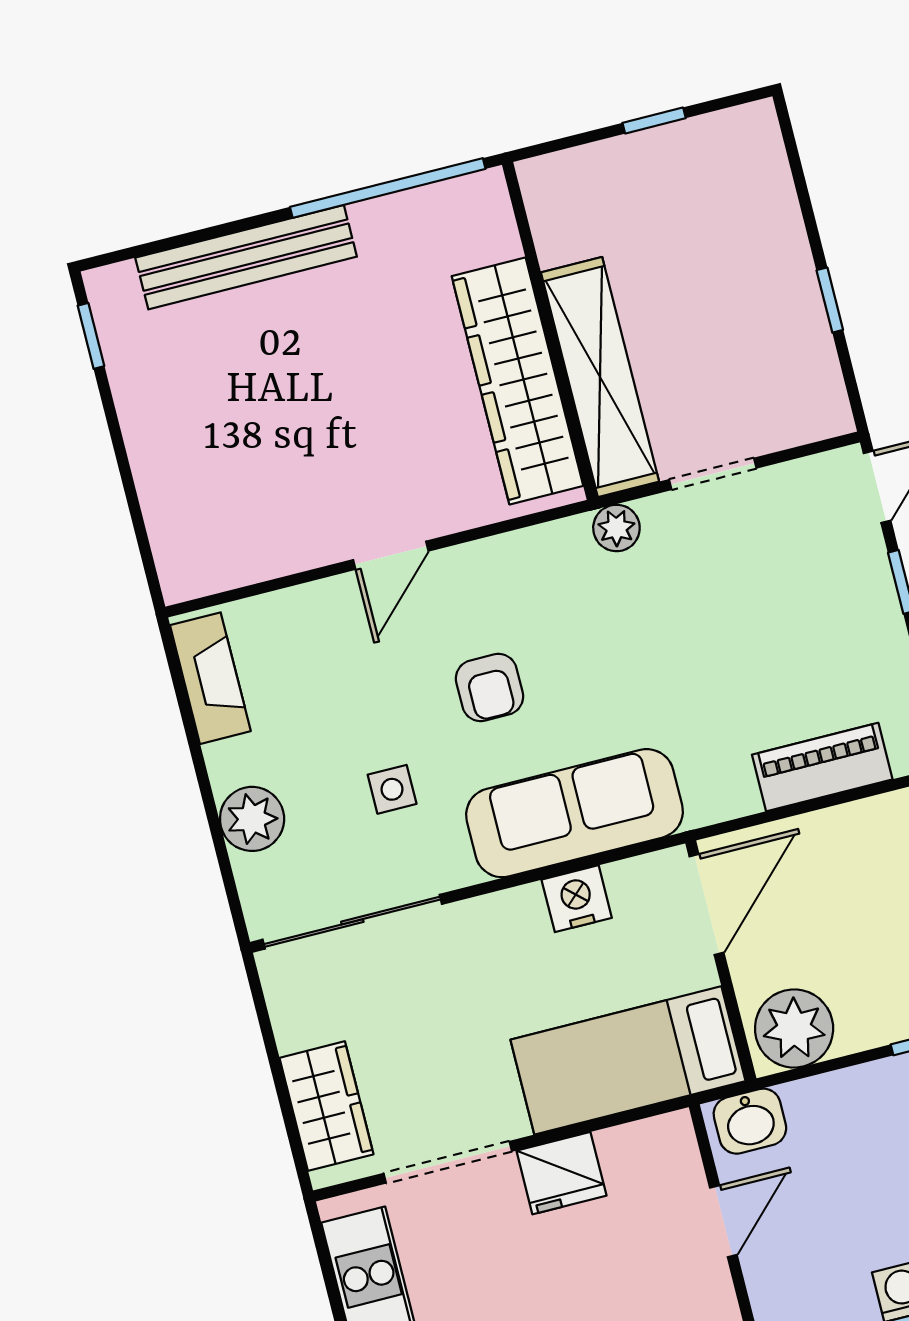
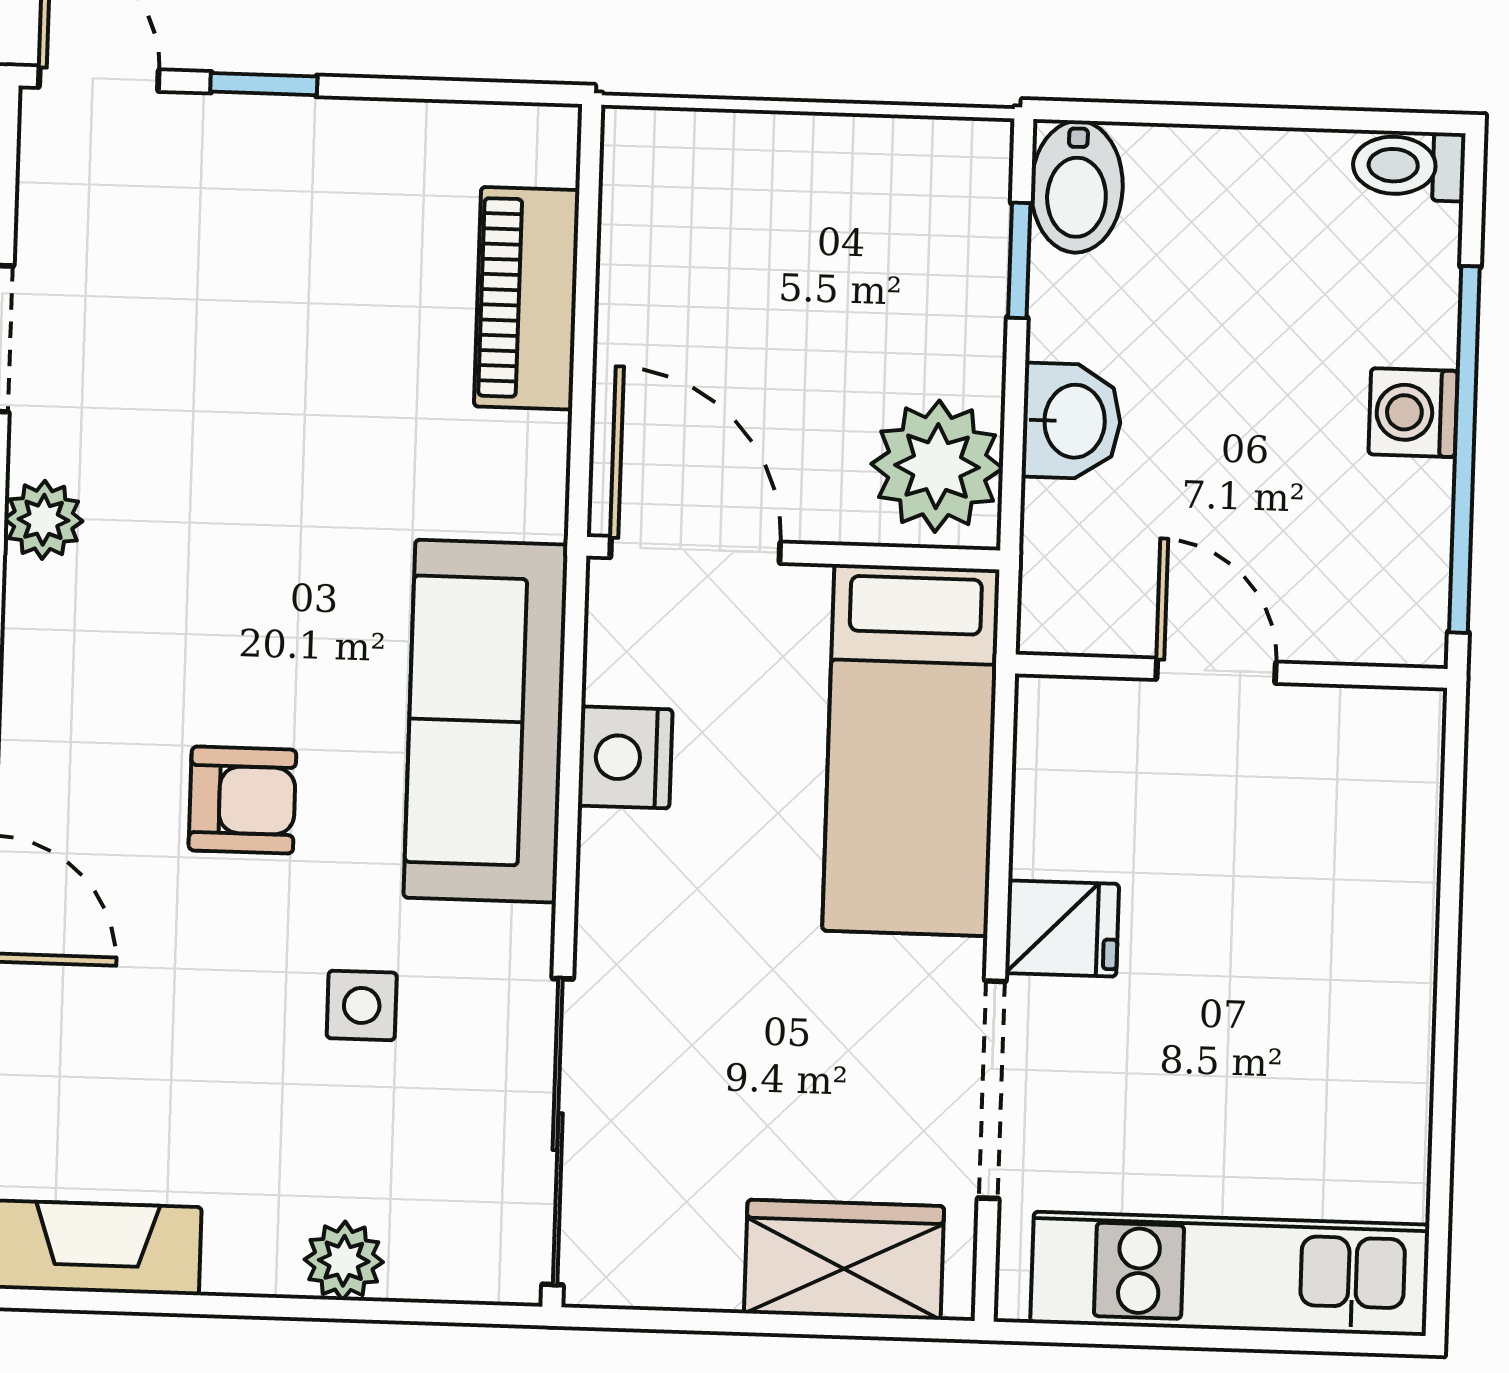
plant: (252, 819) -> (344, 1261), width x0.73, depth x0.73
washbasin: (750, 1121) -> (1072, 421), moved
fridge: (561, 1173) -> (1062, 928), width x0.72

